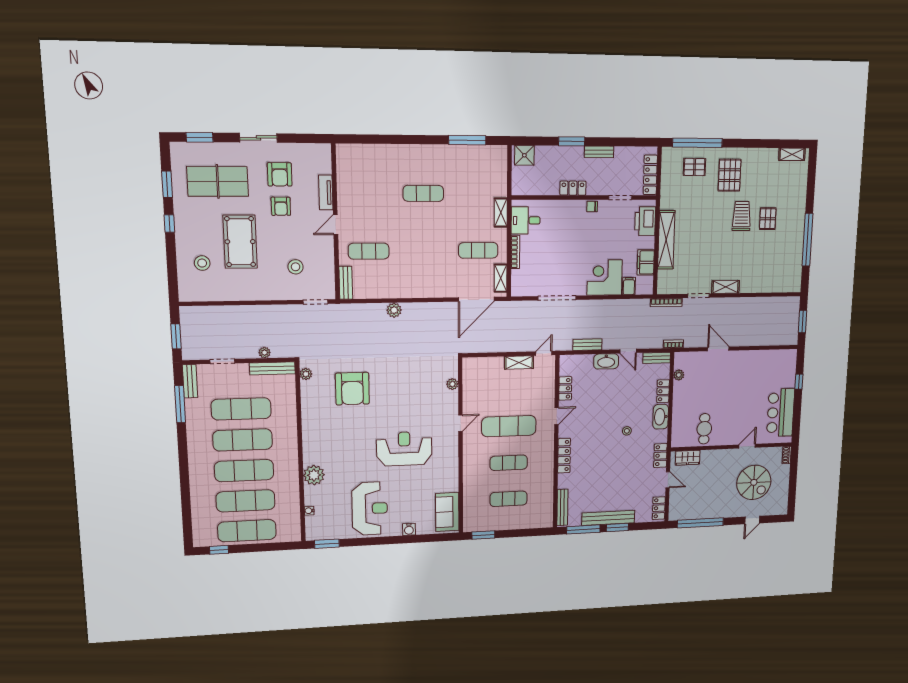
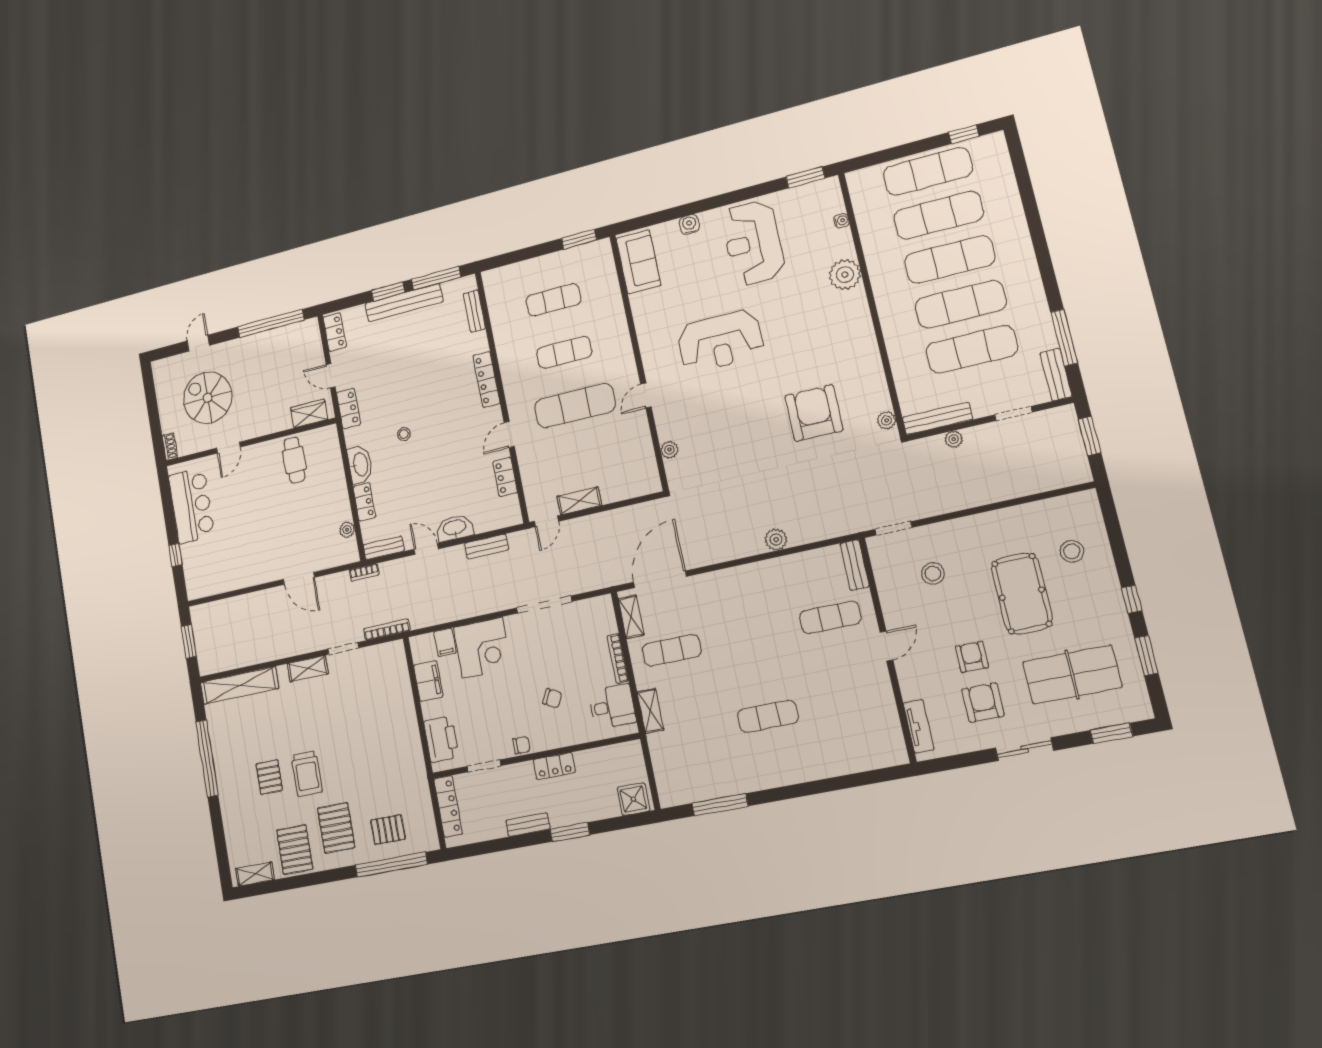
pallet: (761, 166) -> (295, 850), added
tv unit: (326, 192) -> (919, 726), moved
chair: (565, 234) -> (552, 698), added
shelving: (666, 240) -> (239, 685), moved, turned 90
bench: (562, 507) -> (474, 311), width x0.73

